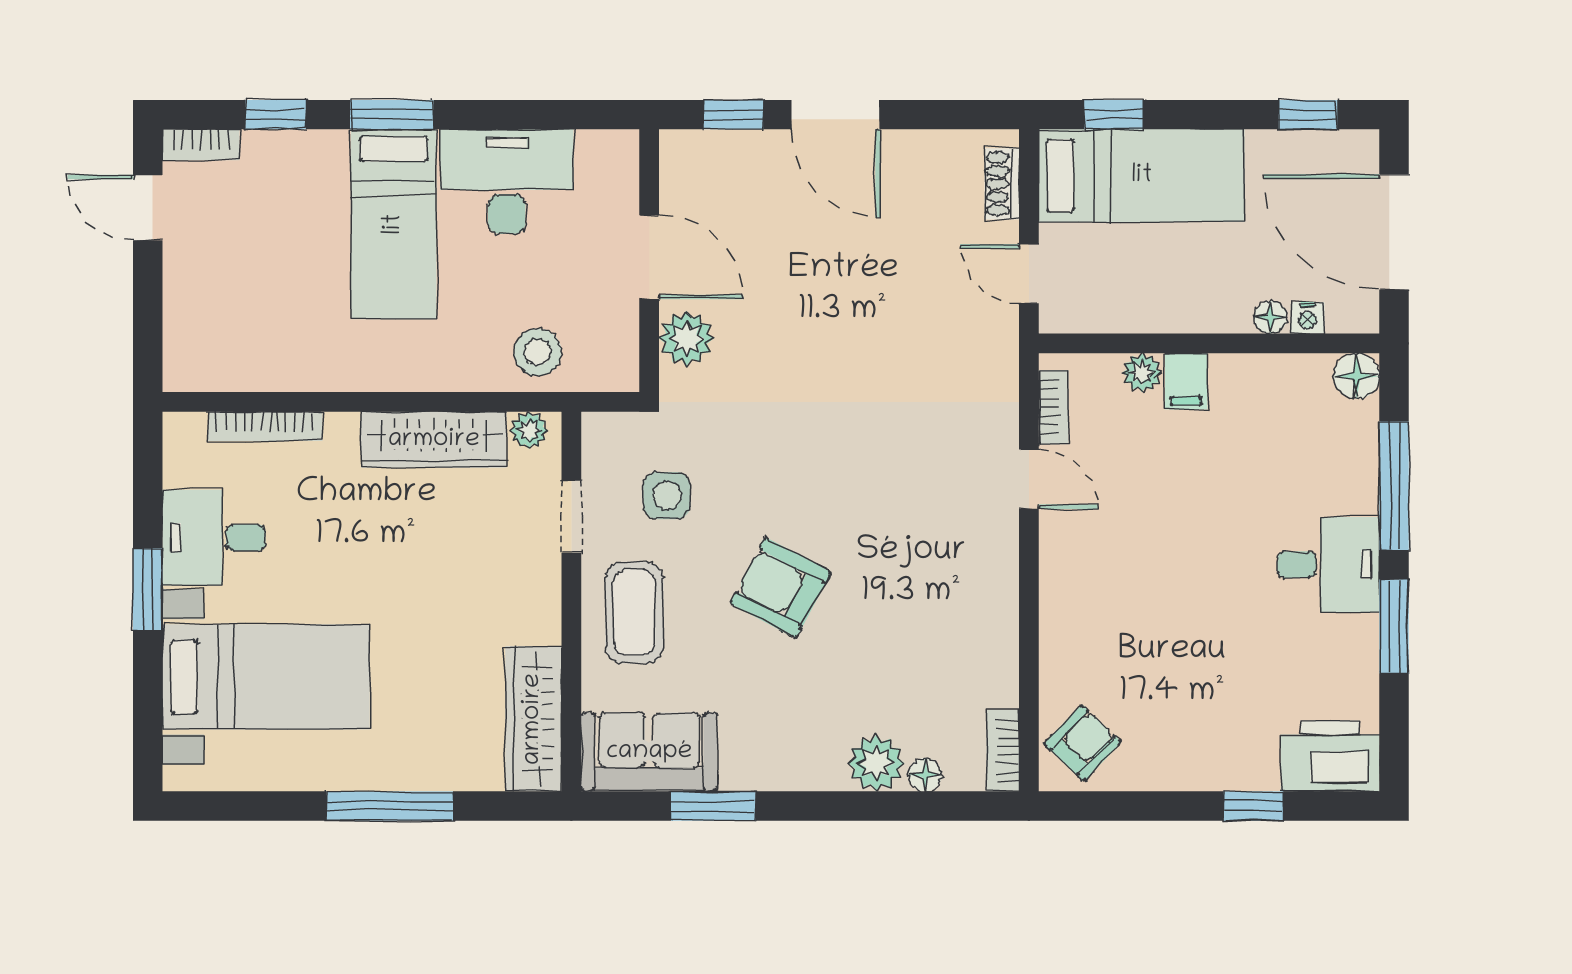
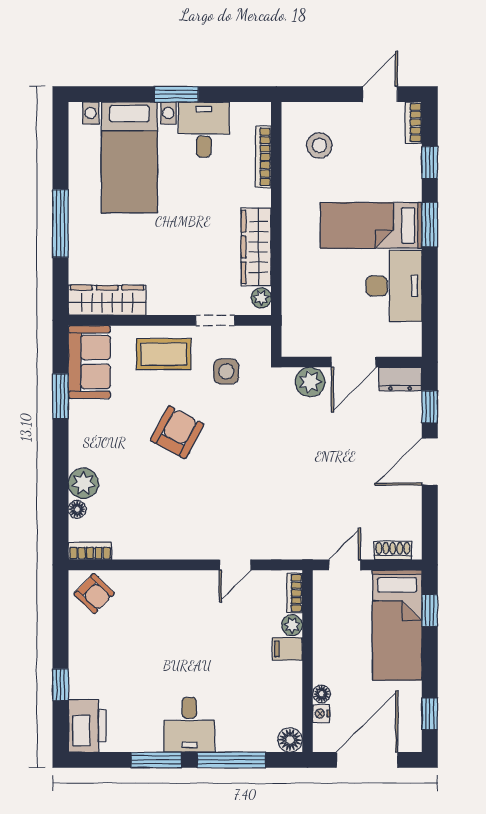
dresser: (681, 170) -> (400, 379), added
stool: (538, 352) -> (319, 145), moved
bookcase: (1053, 407) -> (294, 593), moved, turned 90

